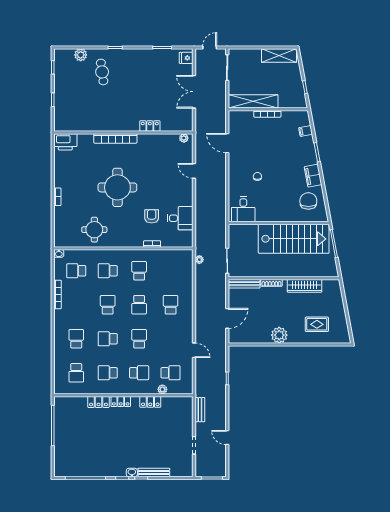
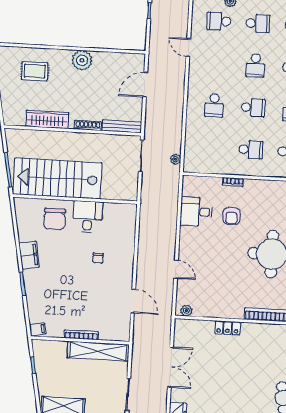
filing cabinet: (306, 131) -> (38, 329), moved
chair: (308, 201) -> (55, 219), moved
desk: (243, 209) -> (88, 217), moved
school desk: (139, 271) -> (251, 150), turned -90
school desk: (139, 305) -> (253, 108), turned 90
school desk: (139, 373) -> (258, 23), turned 180

